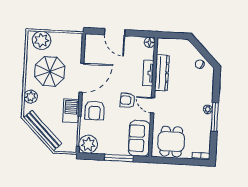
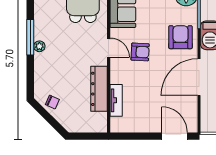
door: (115, 32) -> (174, 136), moved
floor lamp: (150, 42) -> (117, 126), removed
tv unit: (148, 73) -> (116, 100), moved

